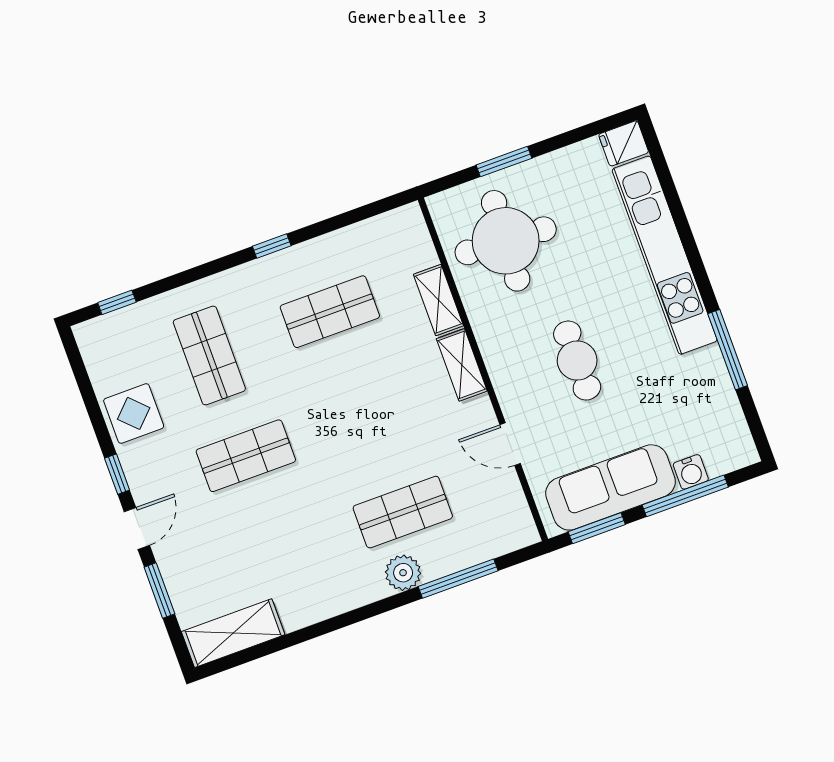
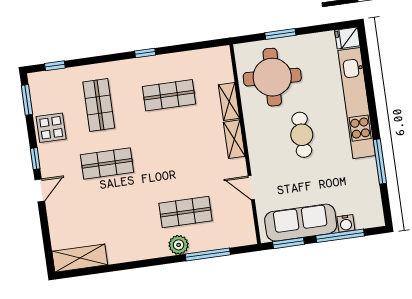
cafe table: (577, 361) -> (302, 135), moved
window: (159, 591) -> (27, 100), moved

